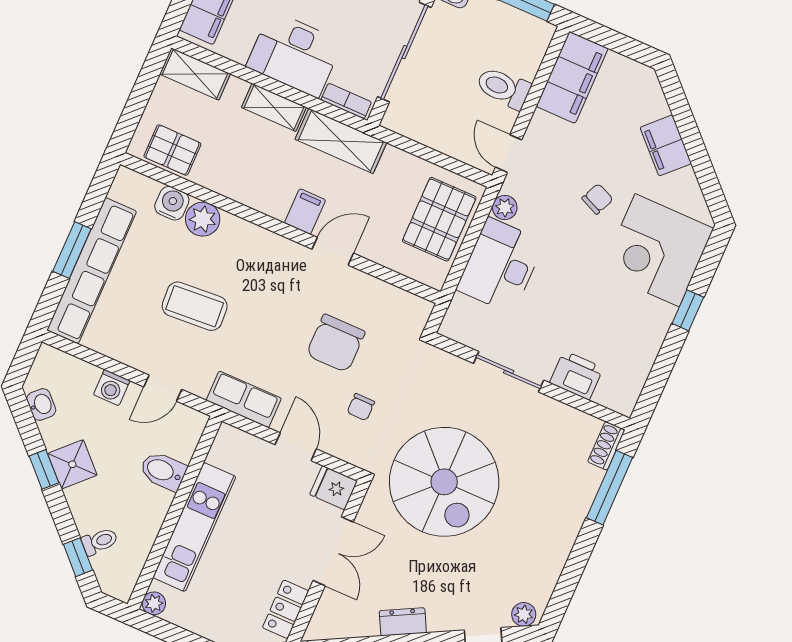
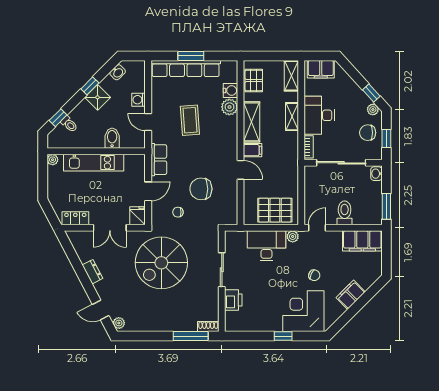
shelving: (341, 141) -> (252, 122), moved

